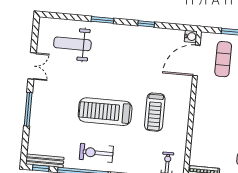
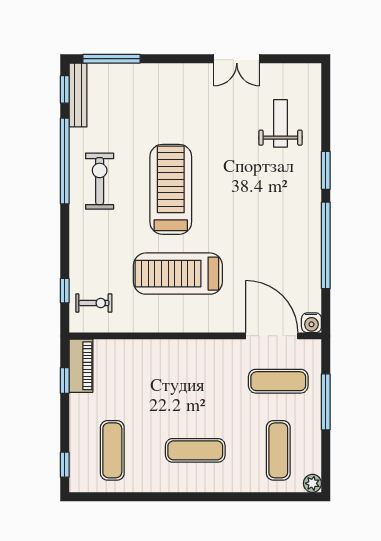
window: (146, 24) -> (326, 245), width x3.17
weight bench: (72, 44) -> (280, 123), width x0.73, depth x0.75
window: (28, 109) -> (111, 59), moved
treadmill: (155, 112) -> (178, 274), width x1.37, depth x1.37

